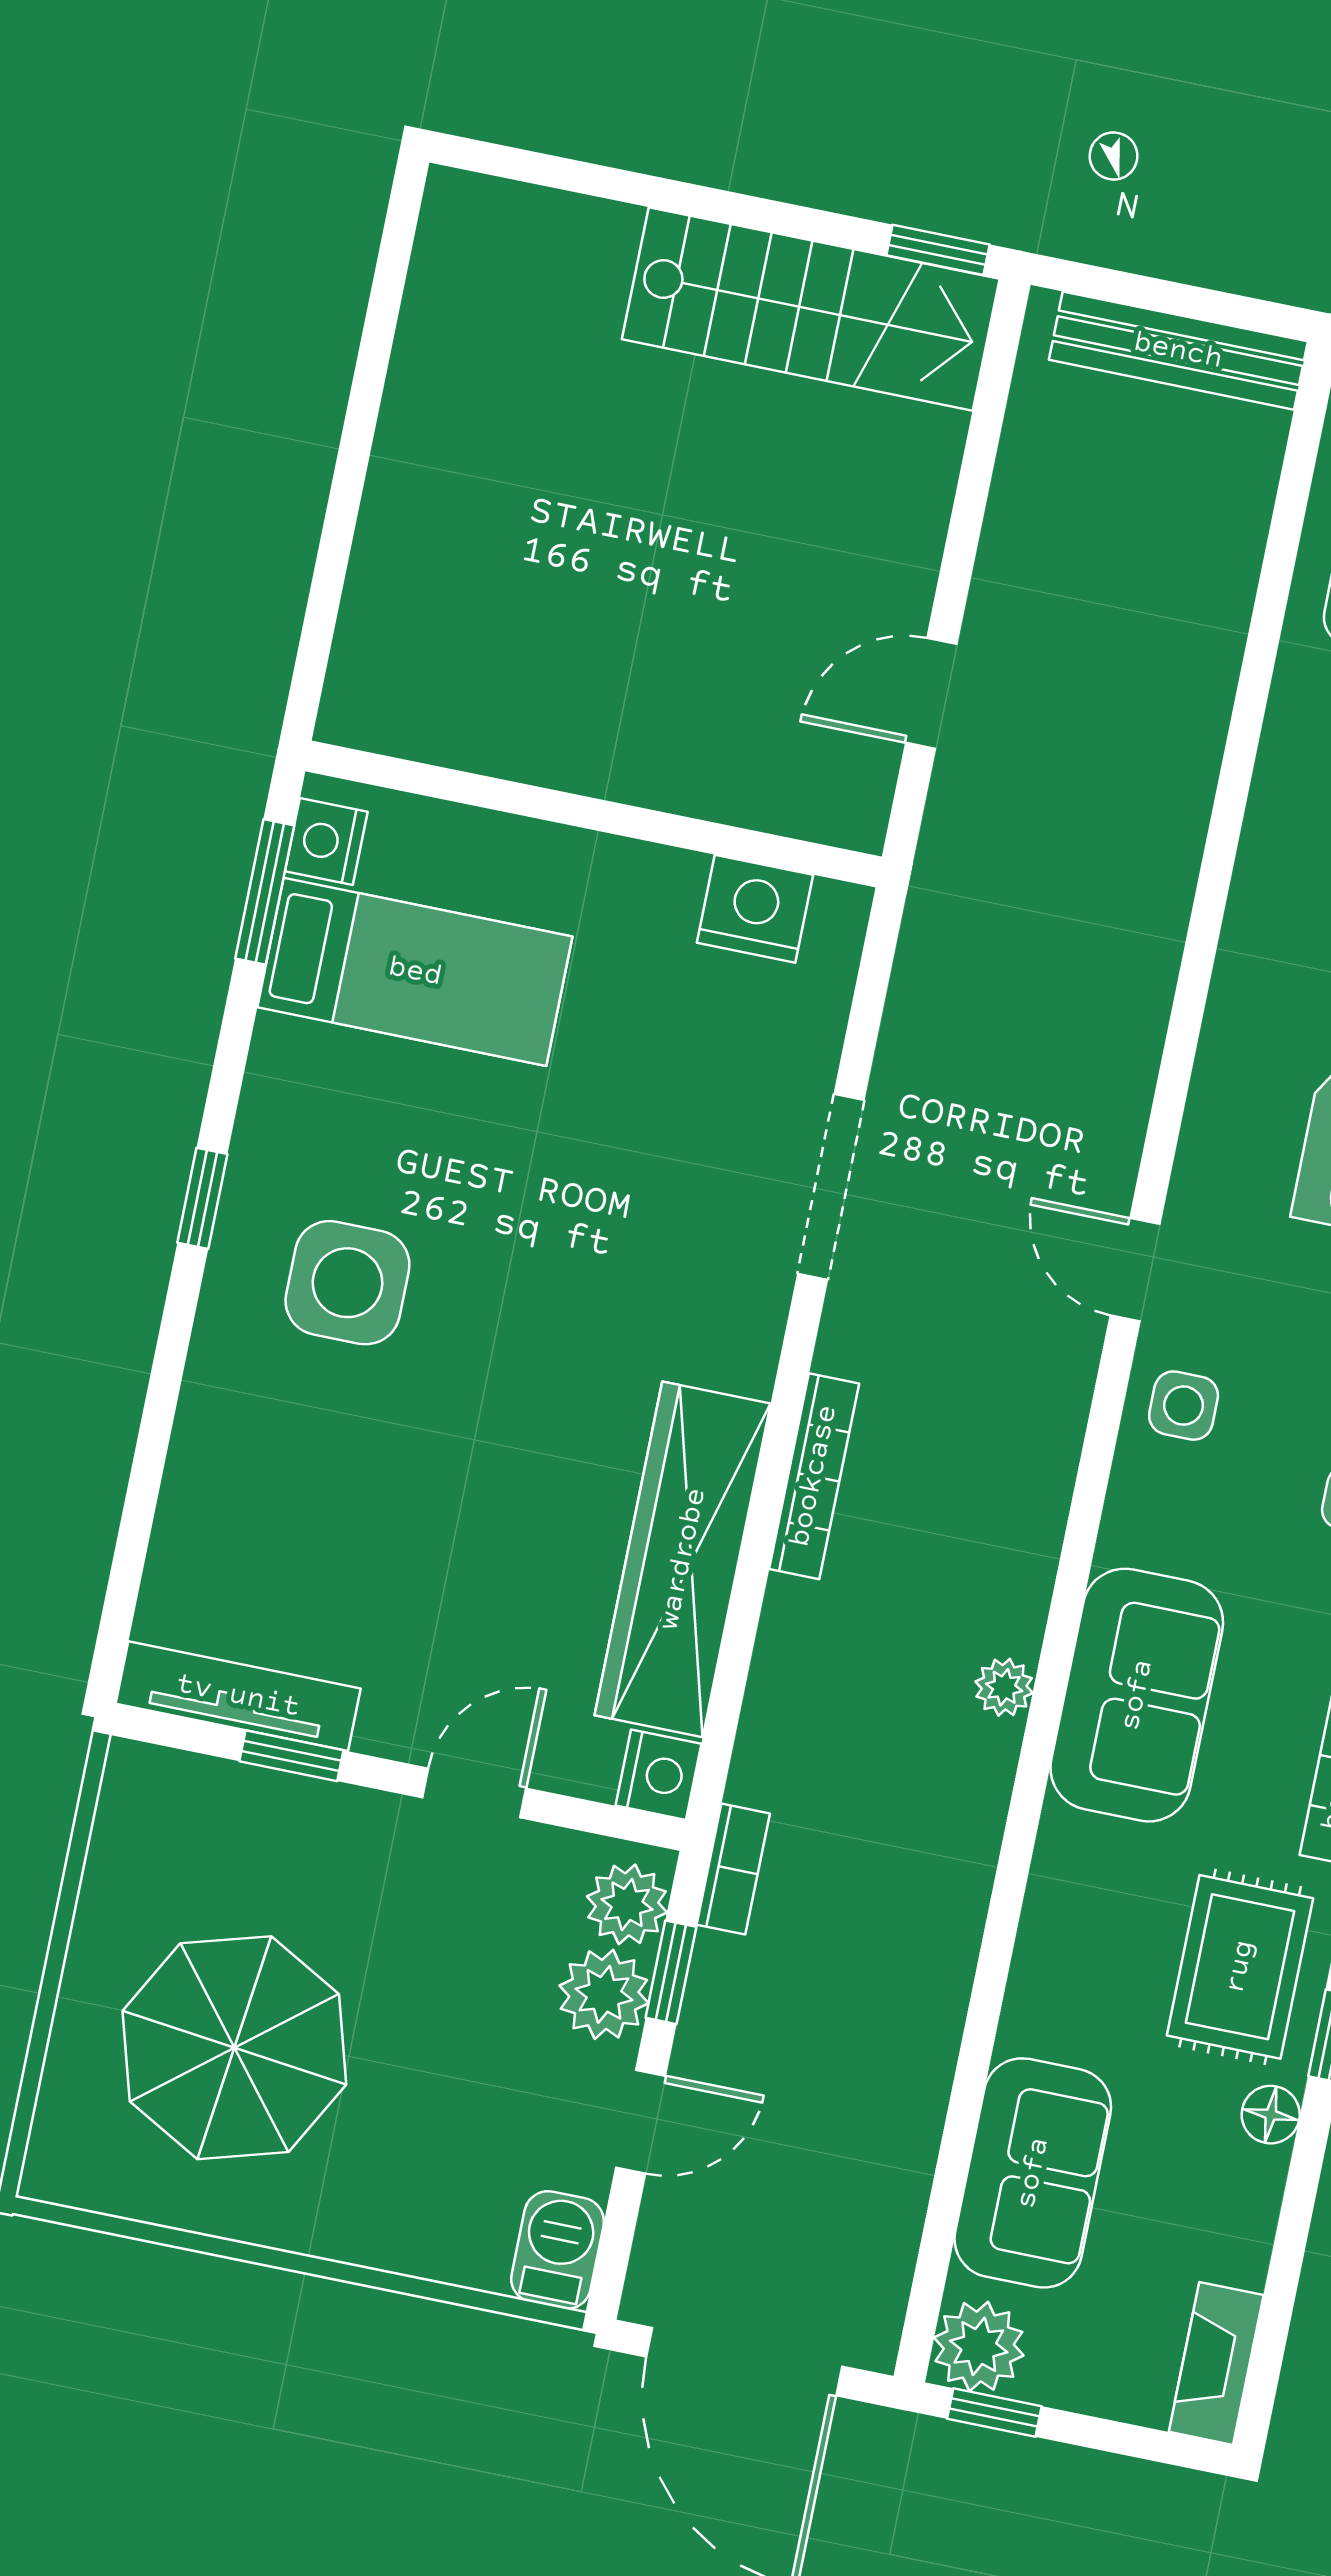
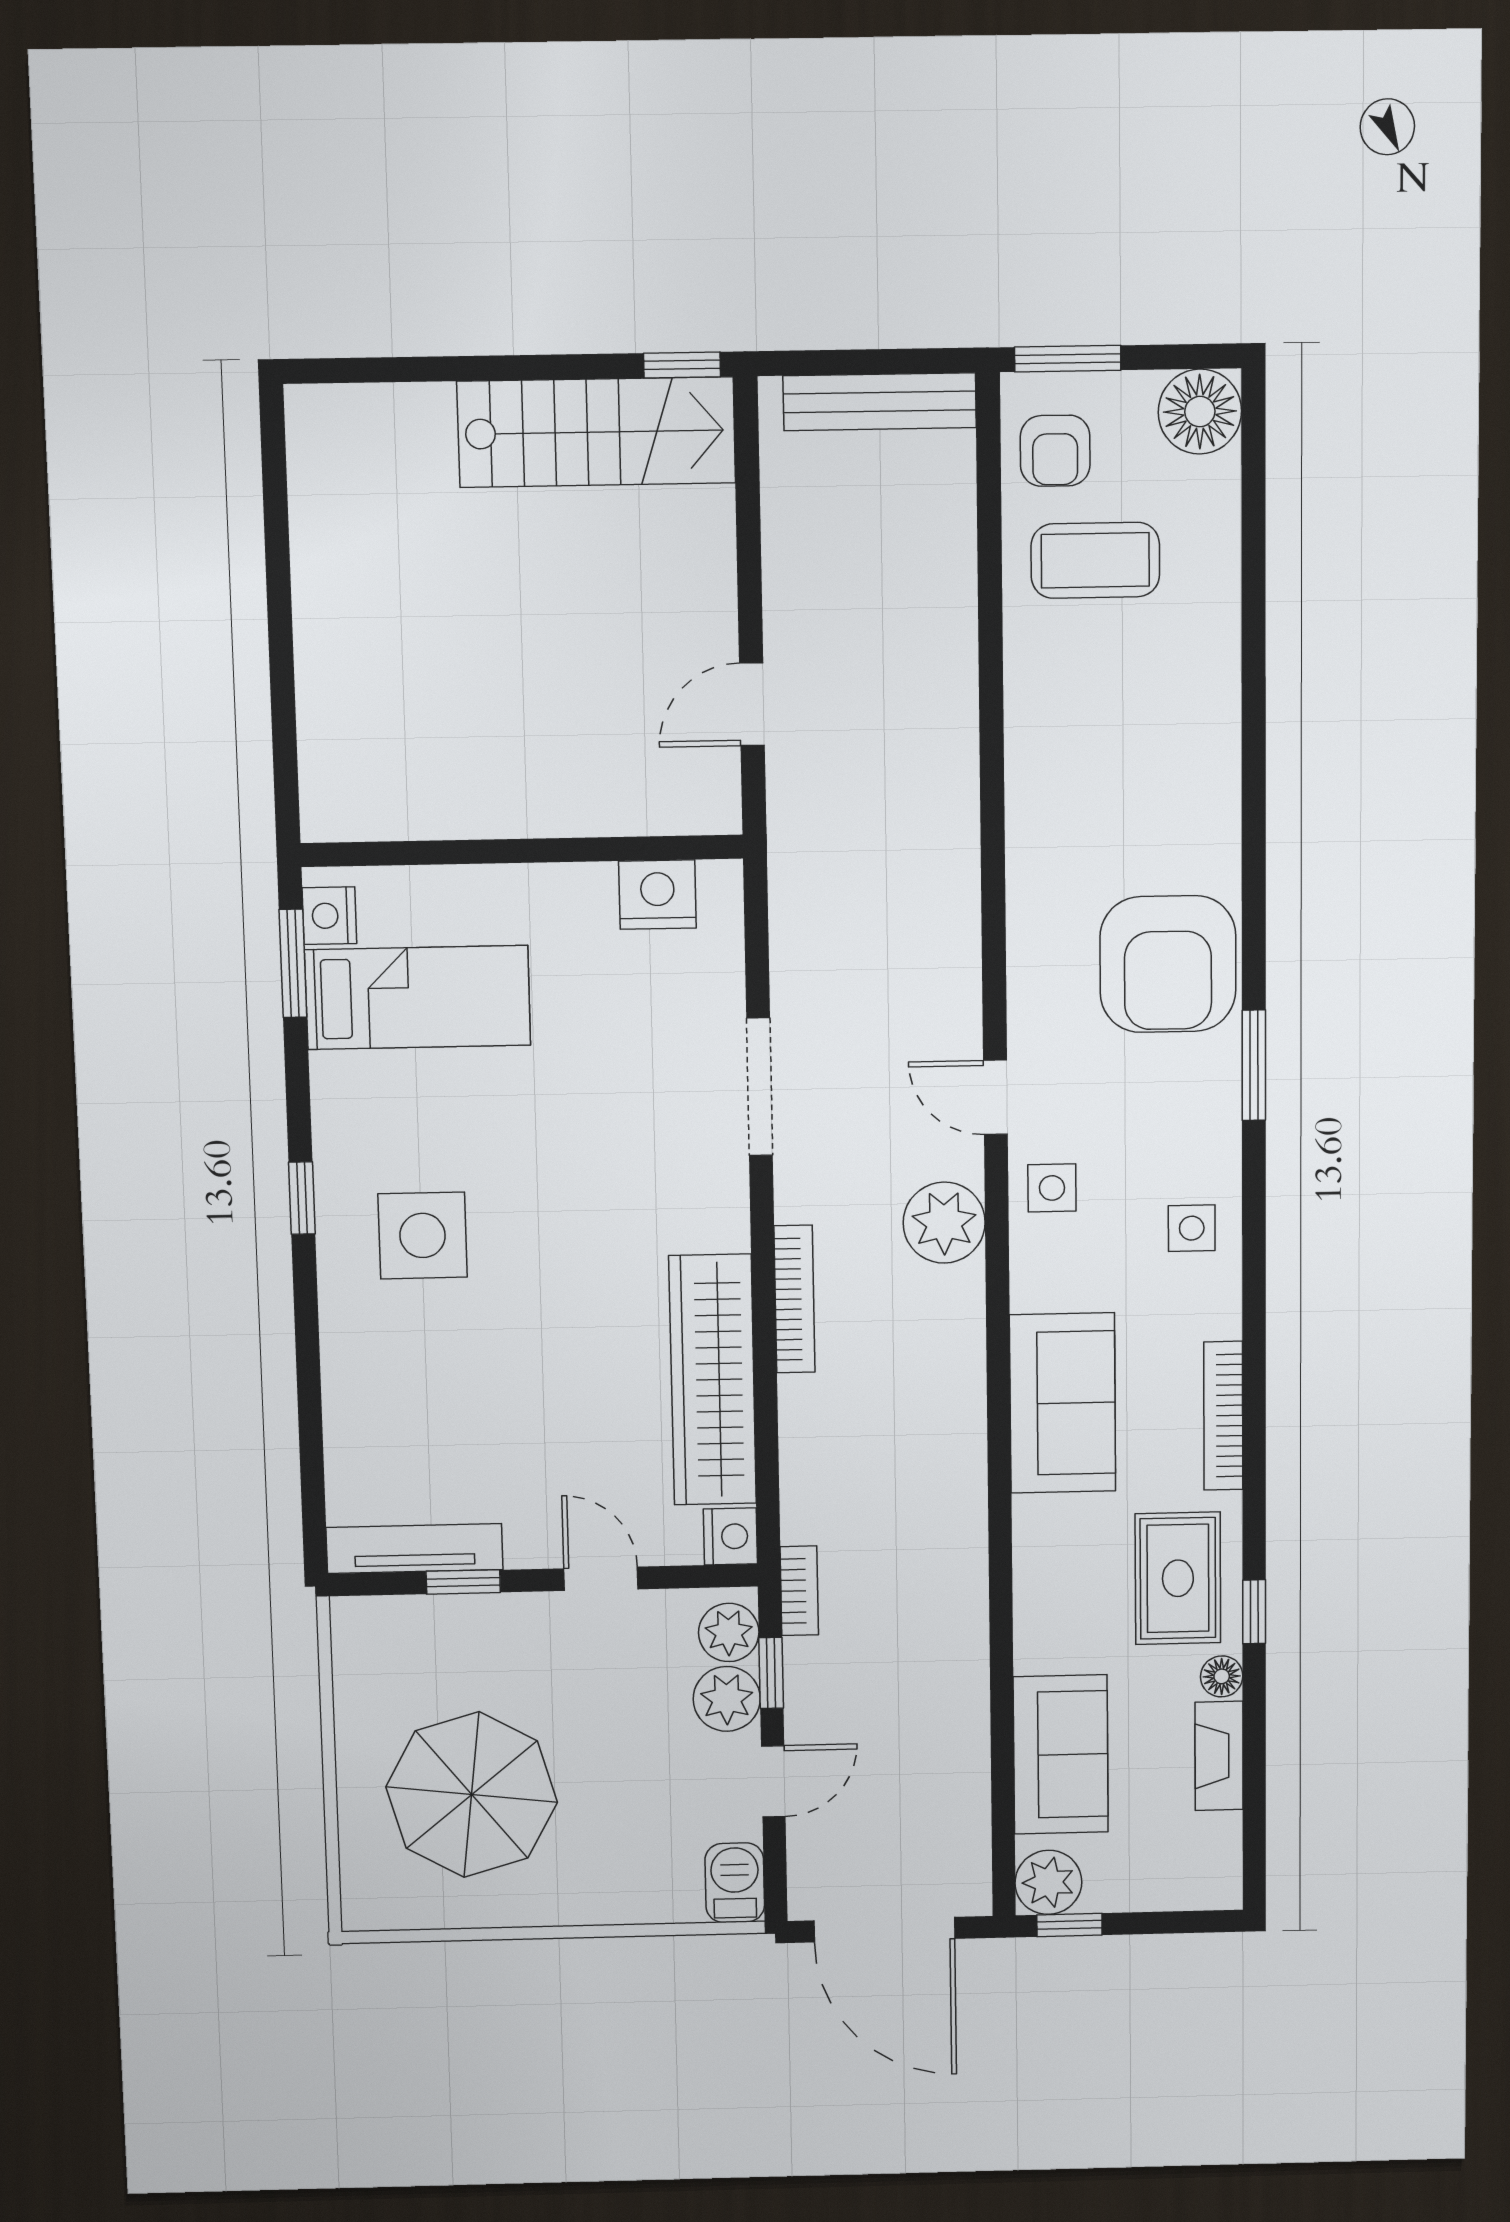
plant: (1004, 1687) -> (944, 1223), moved, width x1.88, depth x1.88
door: (474, 1793) -> (601, 1579), hinge flipped
fireplace: (1216, 2363) -> (1219, 1756), moved

